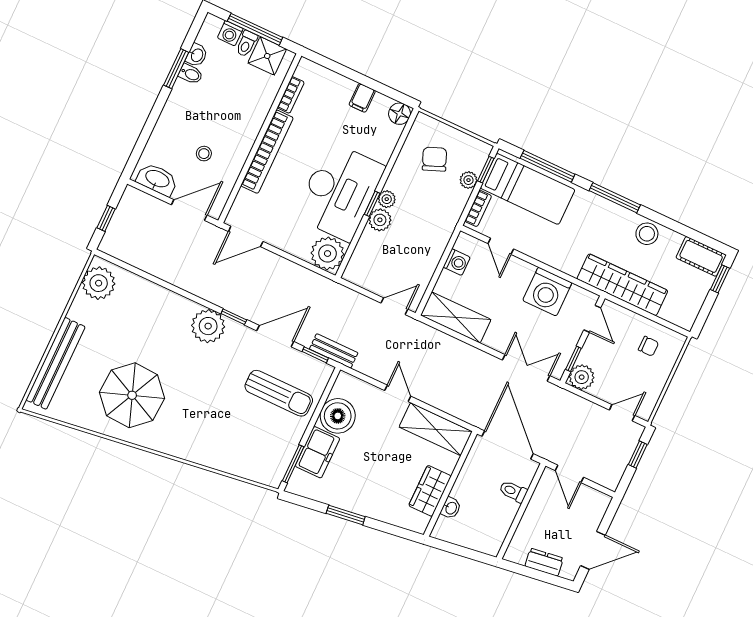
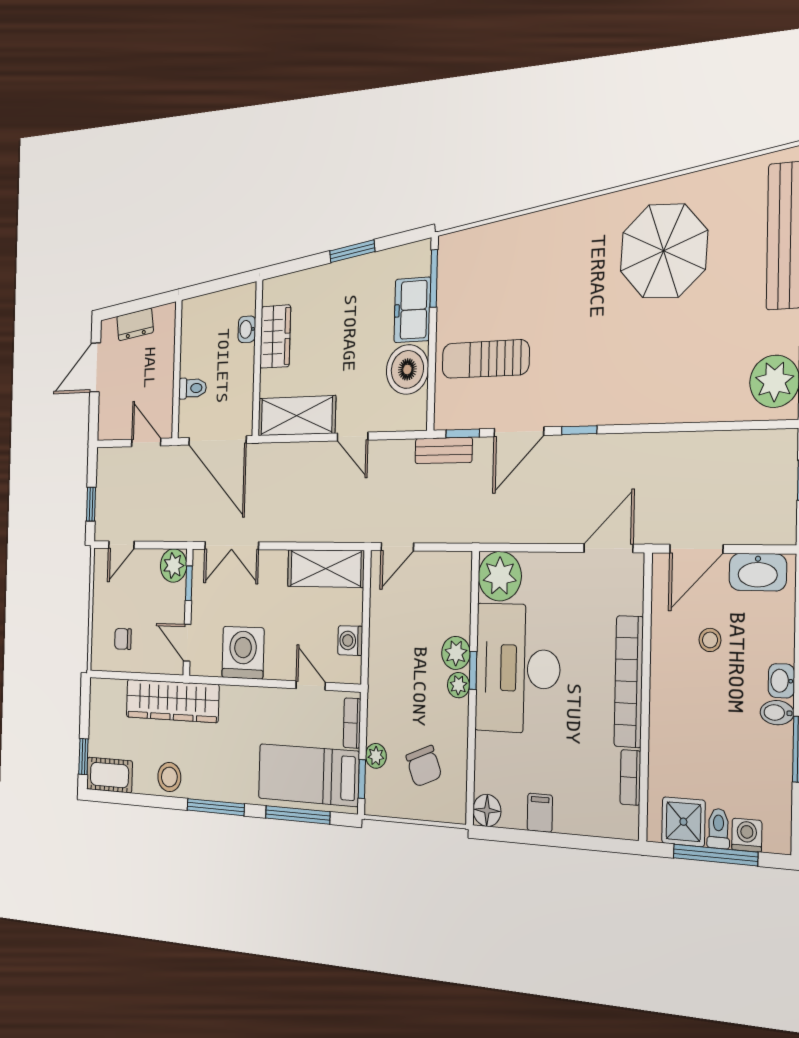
washbasin: (197, 55) -> (781, 681), moved
bidet: (191, 74) -> (777, 713), moved
plant: (208, 326) -> (606, 400), removed

